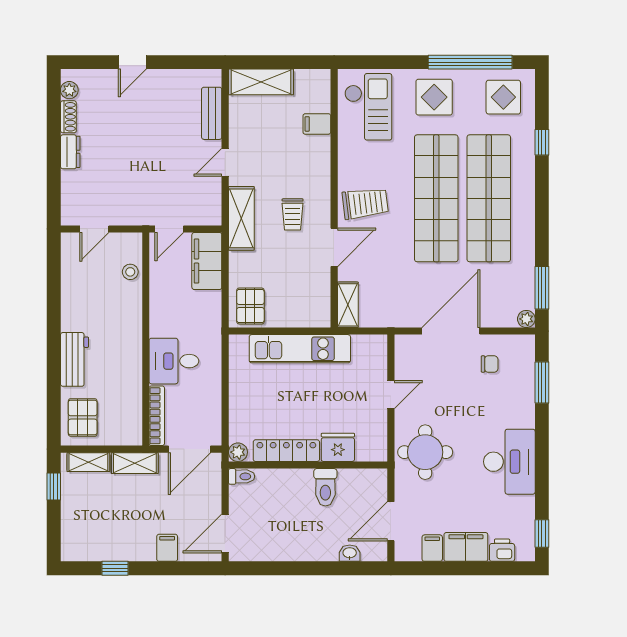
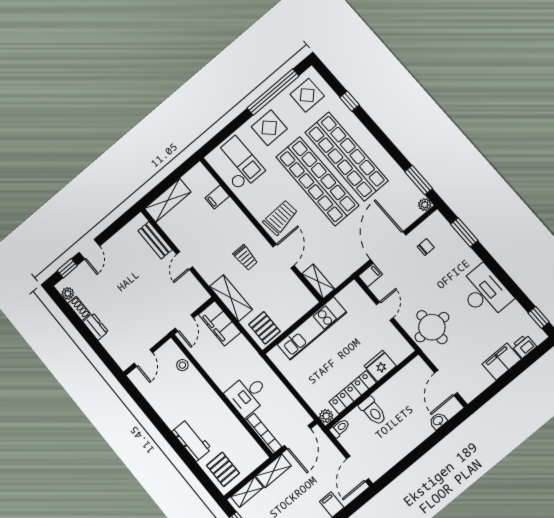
window: (91, 62) -> (67, 268), added
shelving: (241, 218) -> (231, 298), moved
toilet: (325, 487) -> (373, 411), moved
filing cabinet: (432, 548) -> (370, 275), moved, turned 90

